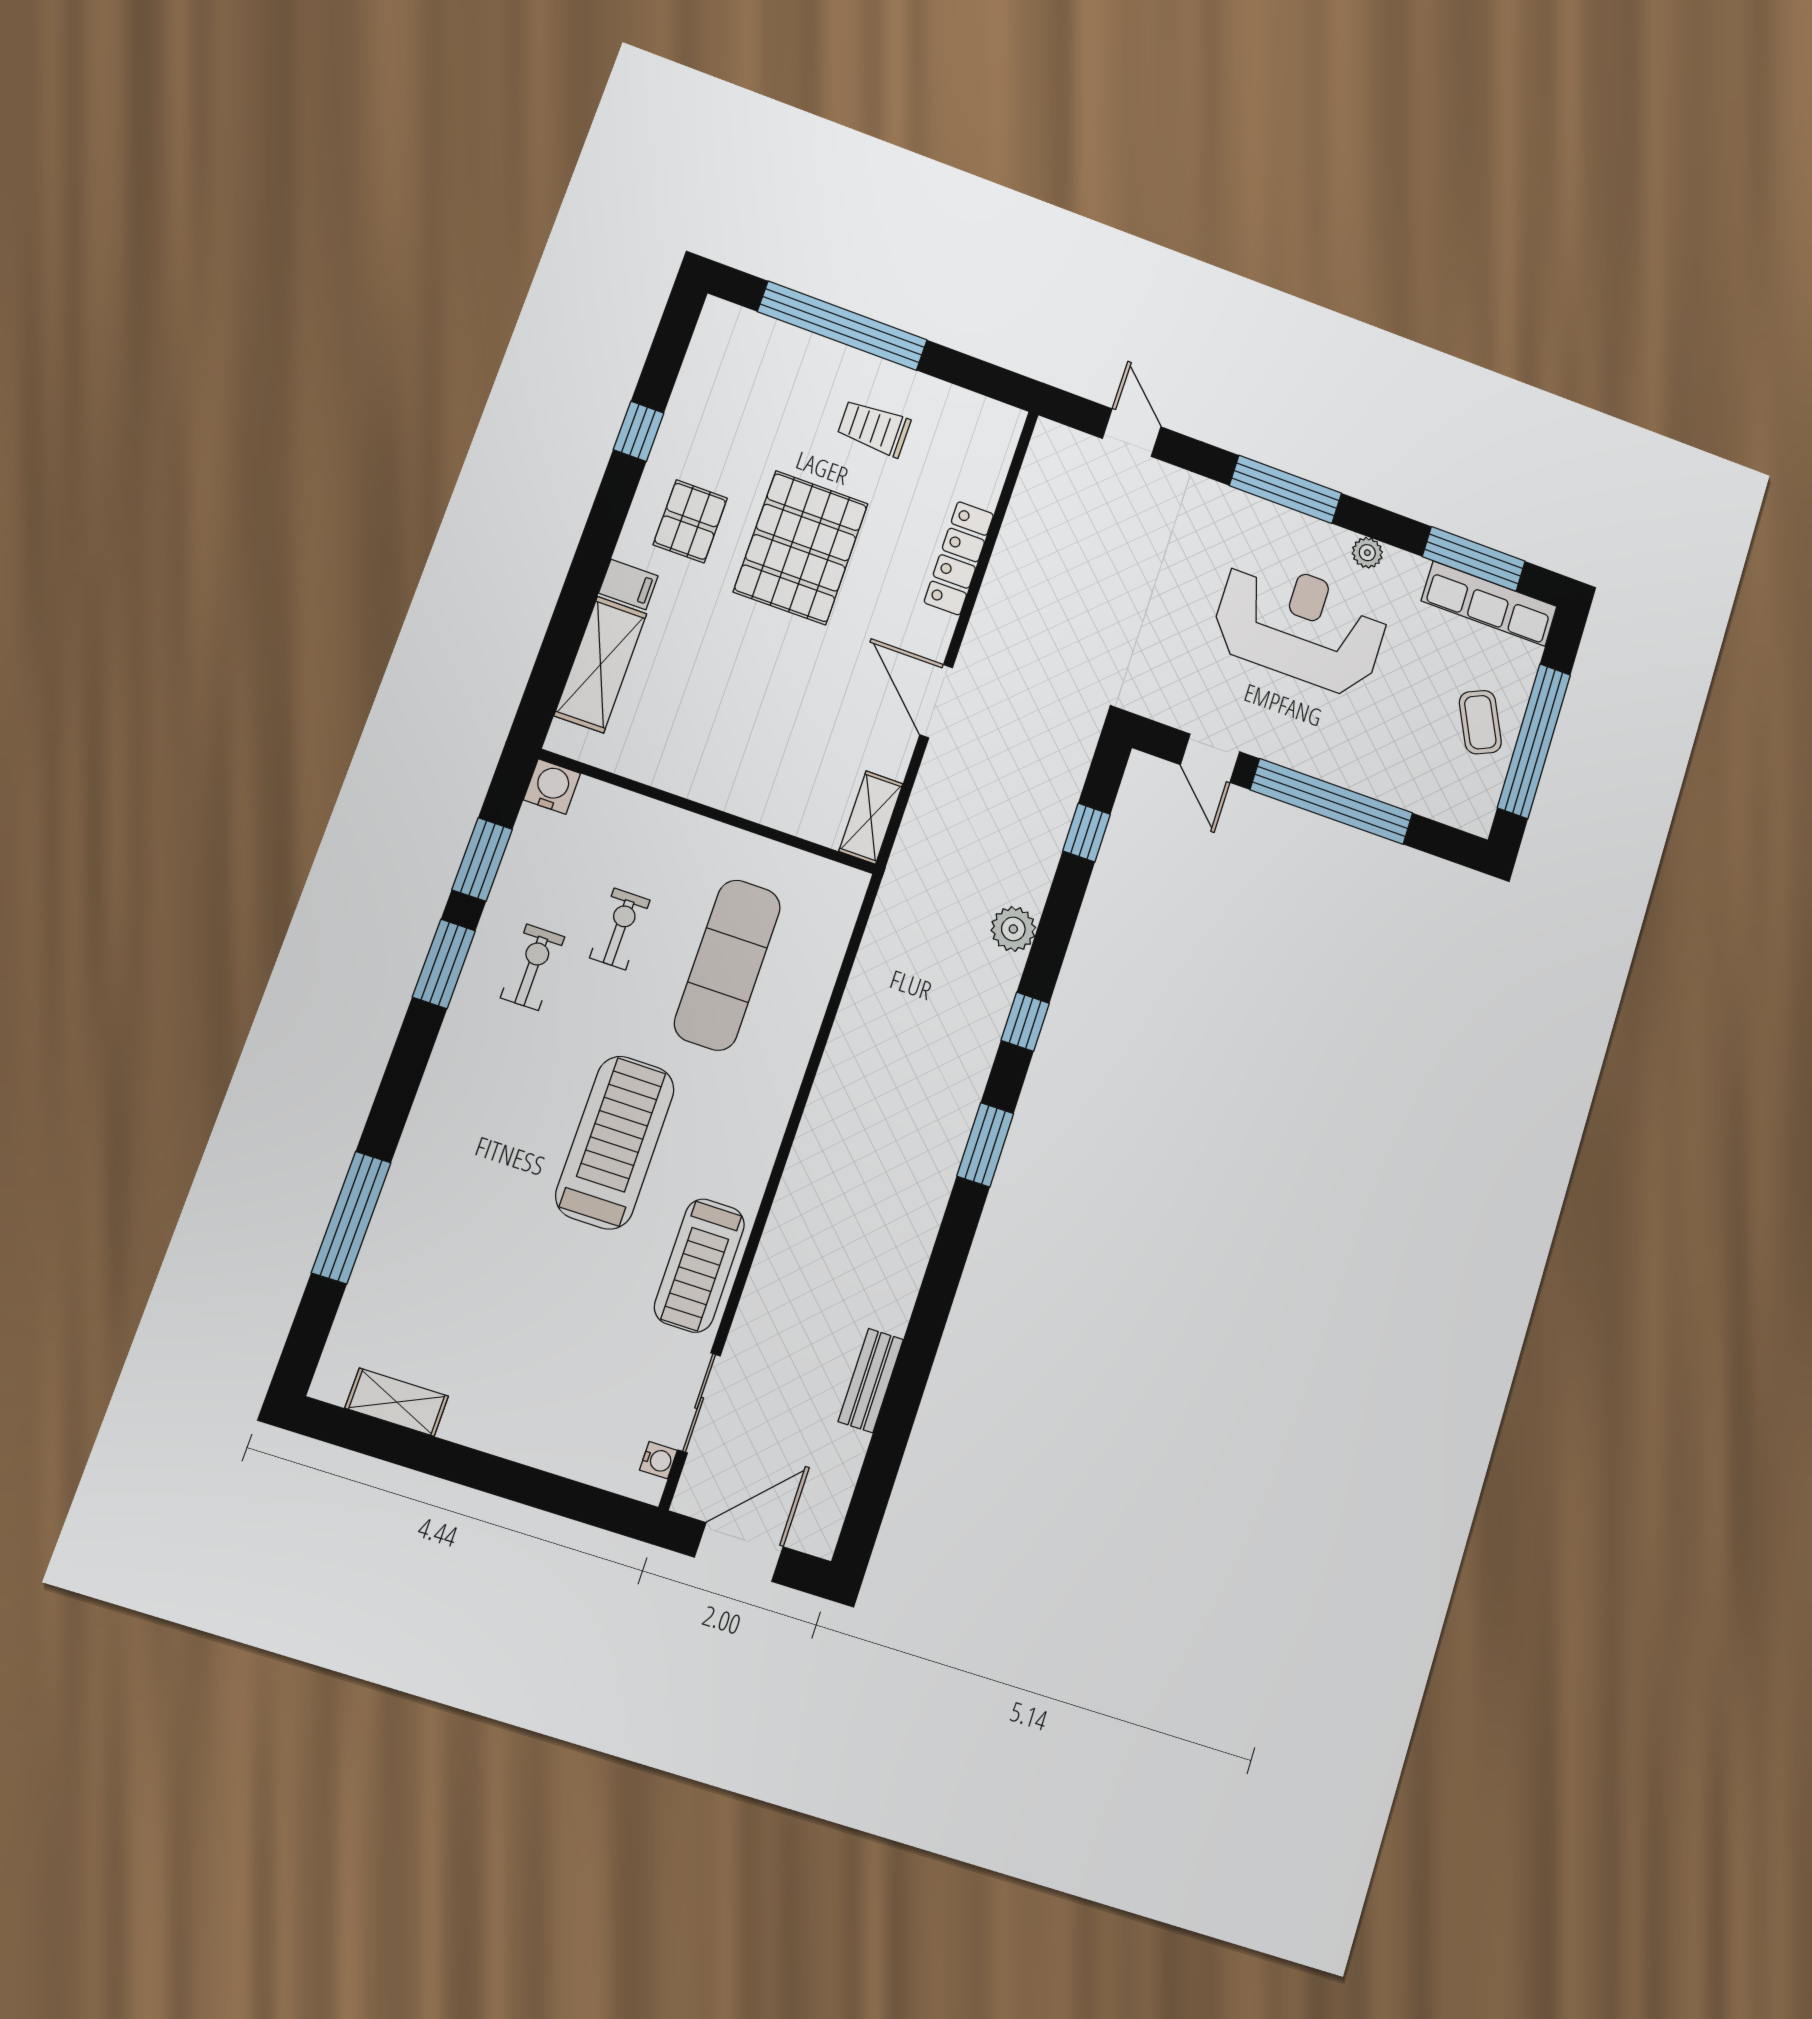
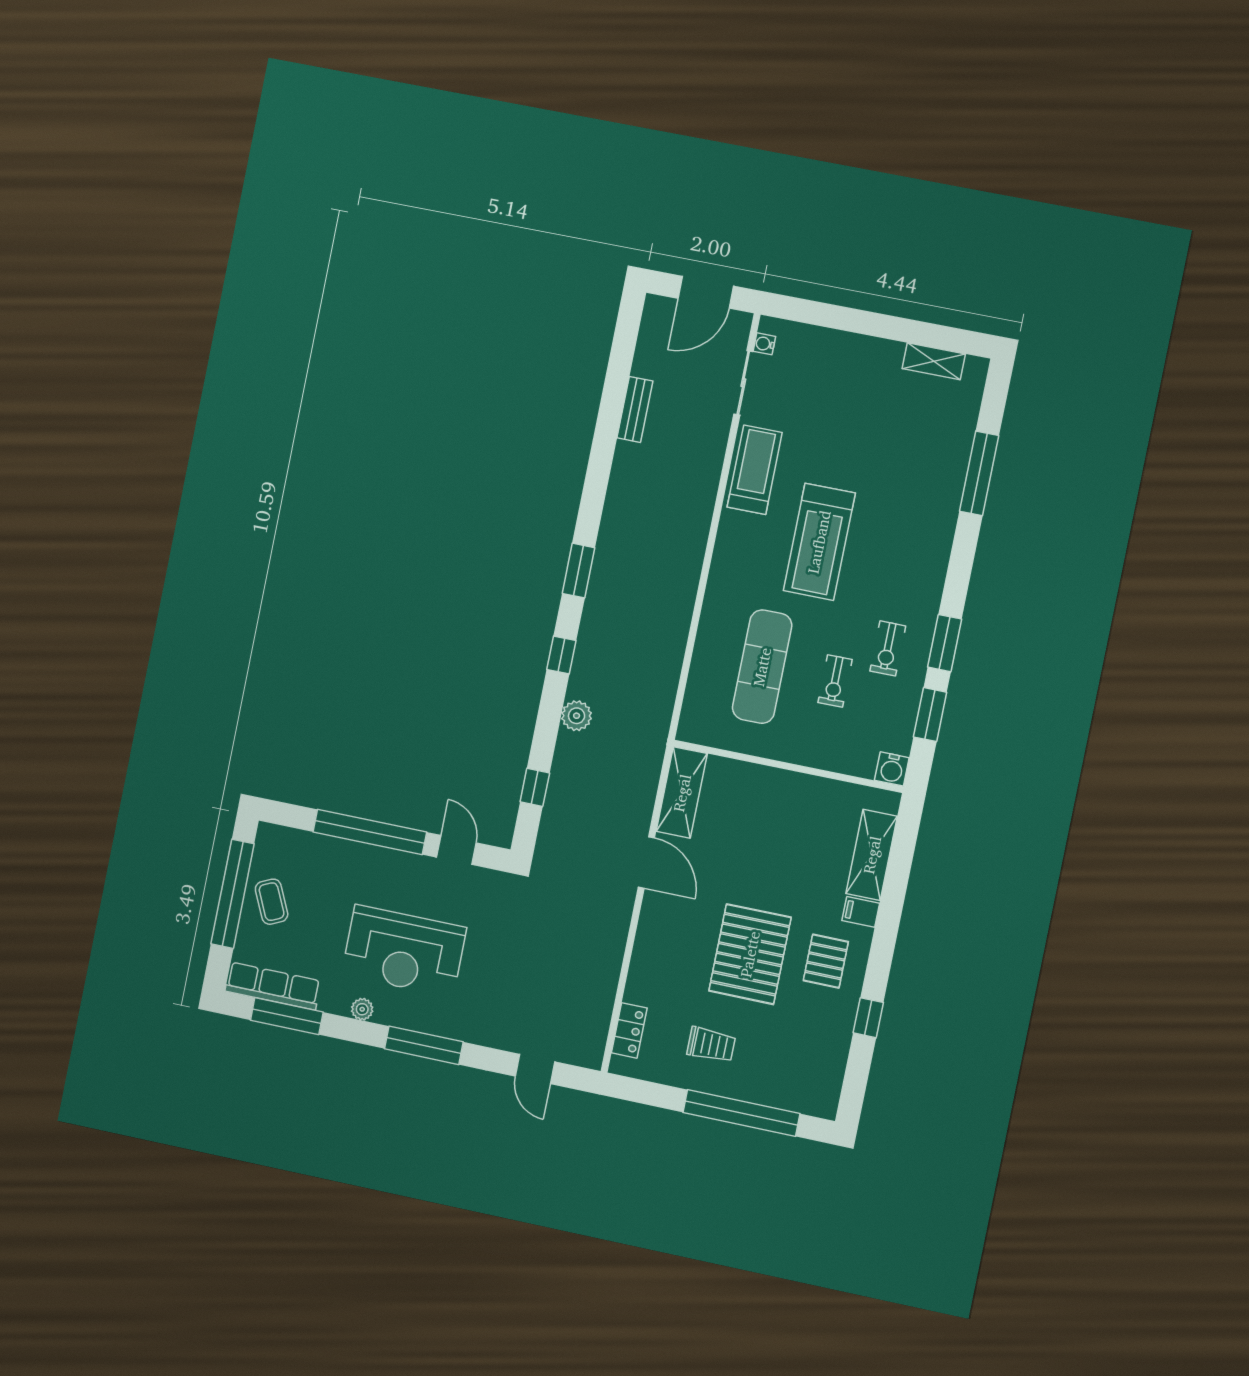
locker: (959, 558) -> (629, 1030), moved, width x0.66
shelving: (871, 817) -> (682, 793), width x1.50, depth x1.33

